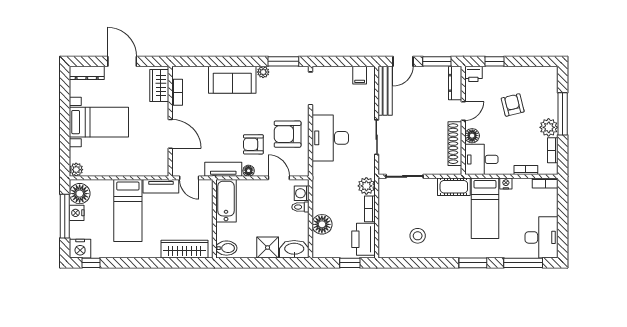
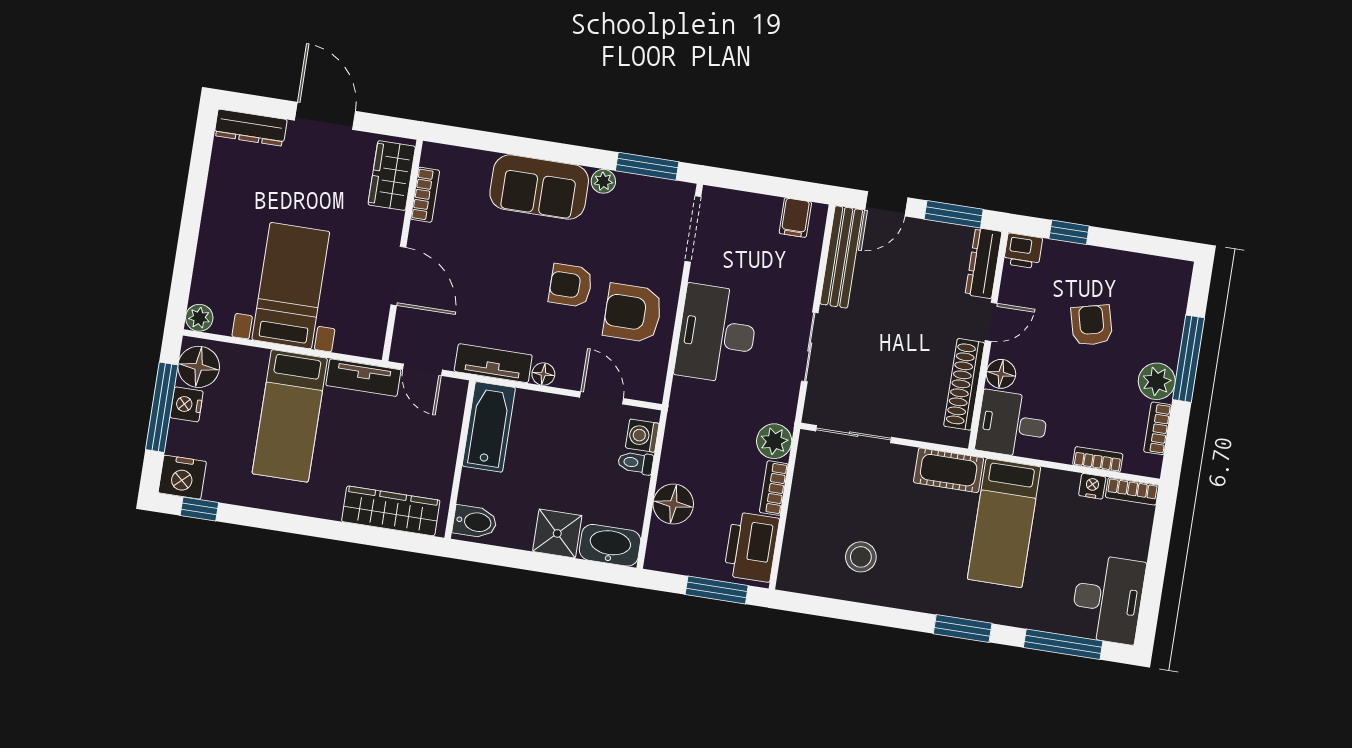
bed with nightstands: (99, 122) -> (291, 286), moved, turned -90
armchair: (253, 144) -> (571, 285), moved
nightstand: (506, 184) -> (1092, 486), moved
window: (350, 263) -> (717, 590), width x1.50

